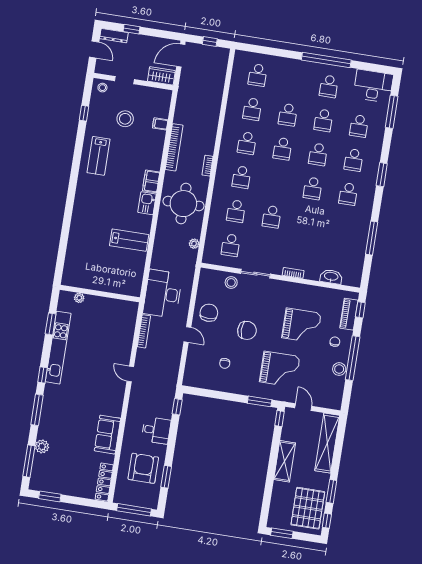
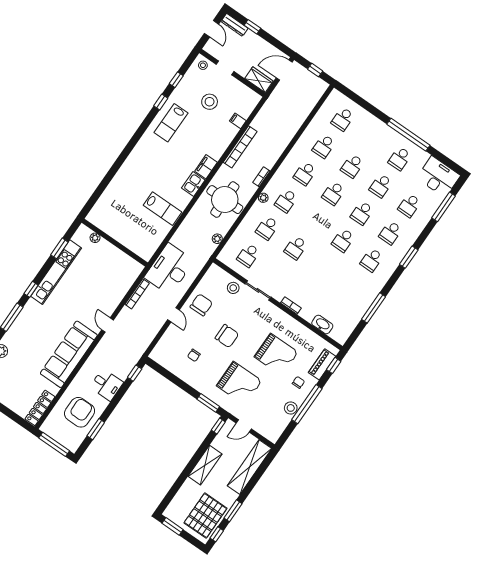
window: (80, 141) -> (161, 102), added
plant: (219, 185) -> (263, 198), added
door: (303, 407) -> (244, 426), swing flipped
sofa: (108, 435) -> (69, 354), width x1.85, depth x1.27

